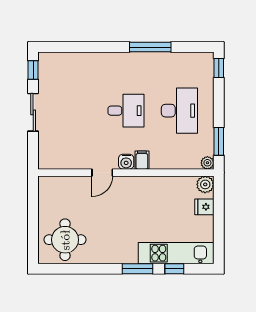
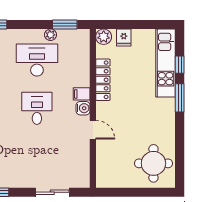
sliding door: (33, 112) -> (52, 192), moved
plant: (207, 163) -> (51, 35), moved
locker: (158, 184) -> (103, 80), added

